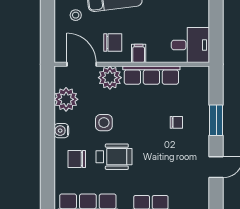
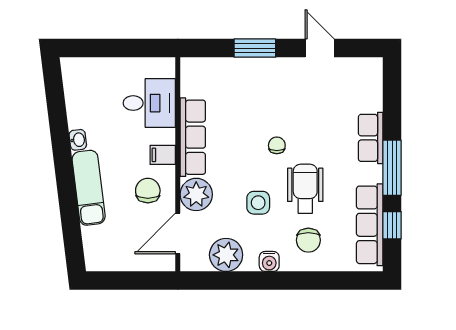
stool: (76, 15) -> (110, 242), removed
desk: (190, 45) -> (149, 103), moved, turned 90
chair: (176, 122) -> (277, 145), moved

